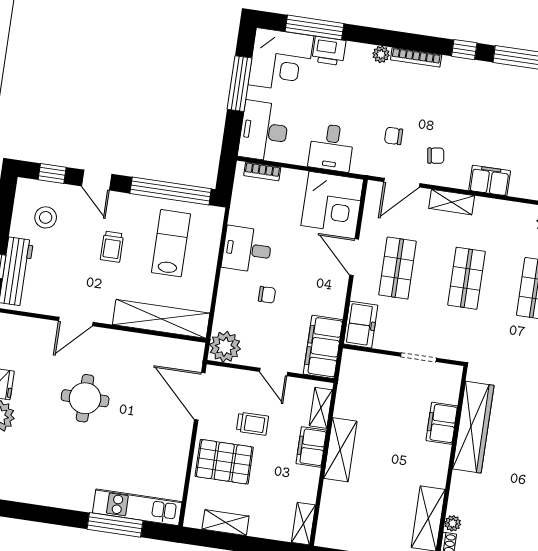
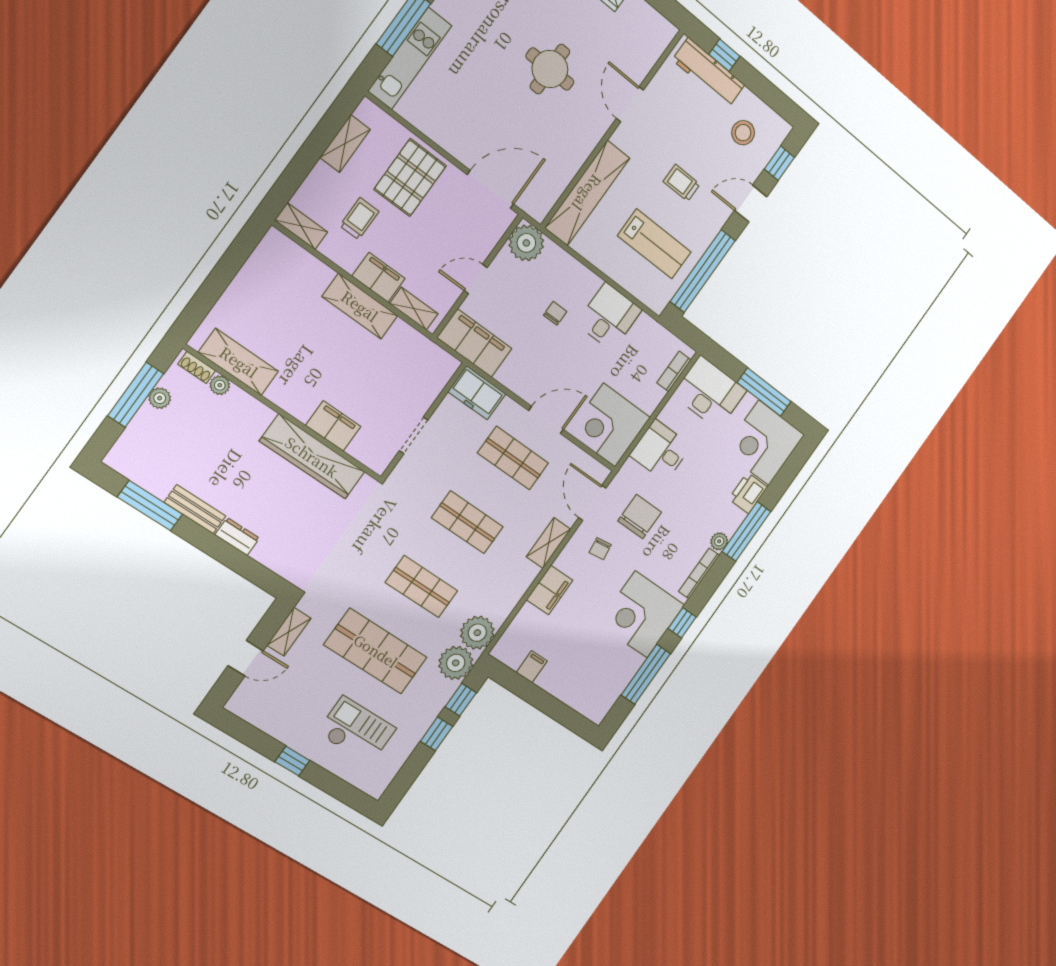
window: (314, 27) -> (746, 532), moved
corner desk: (474, 90) -> (641, 614), added
chair: (394, 136) -> (640, 517), width x1.87, depth x1.87
chair: (267, 295) -> (555, 313), turned 180
trolley: (252, 424) -> (359, 219), moved, turned 180

